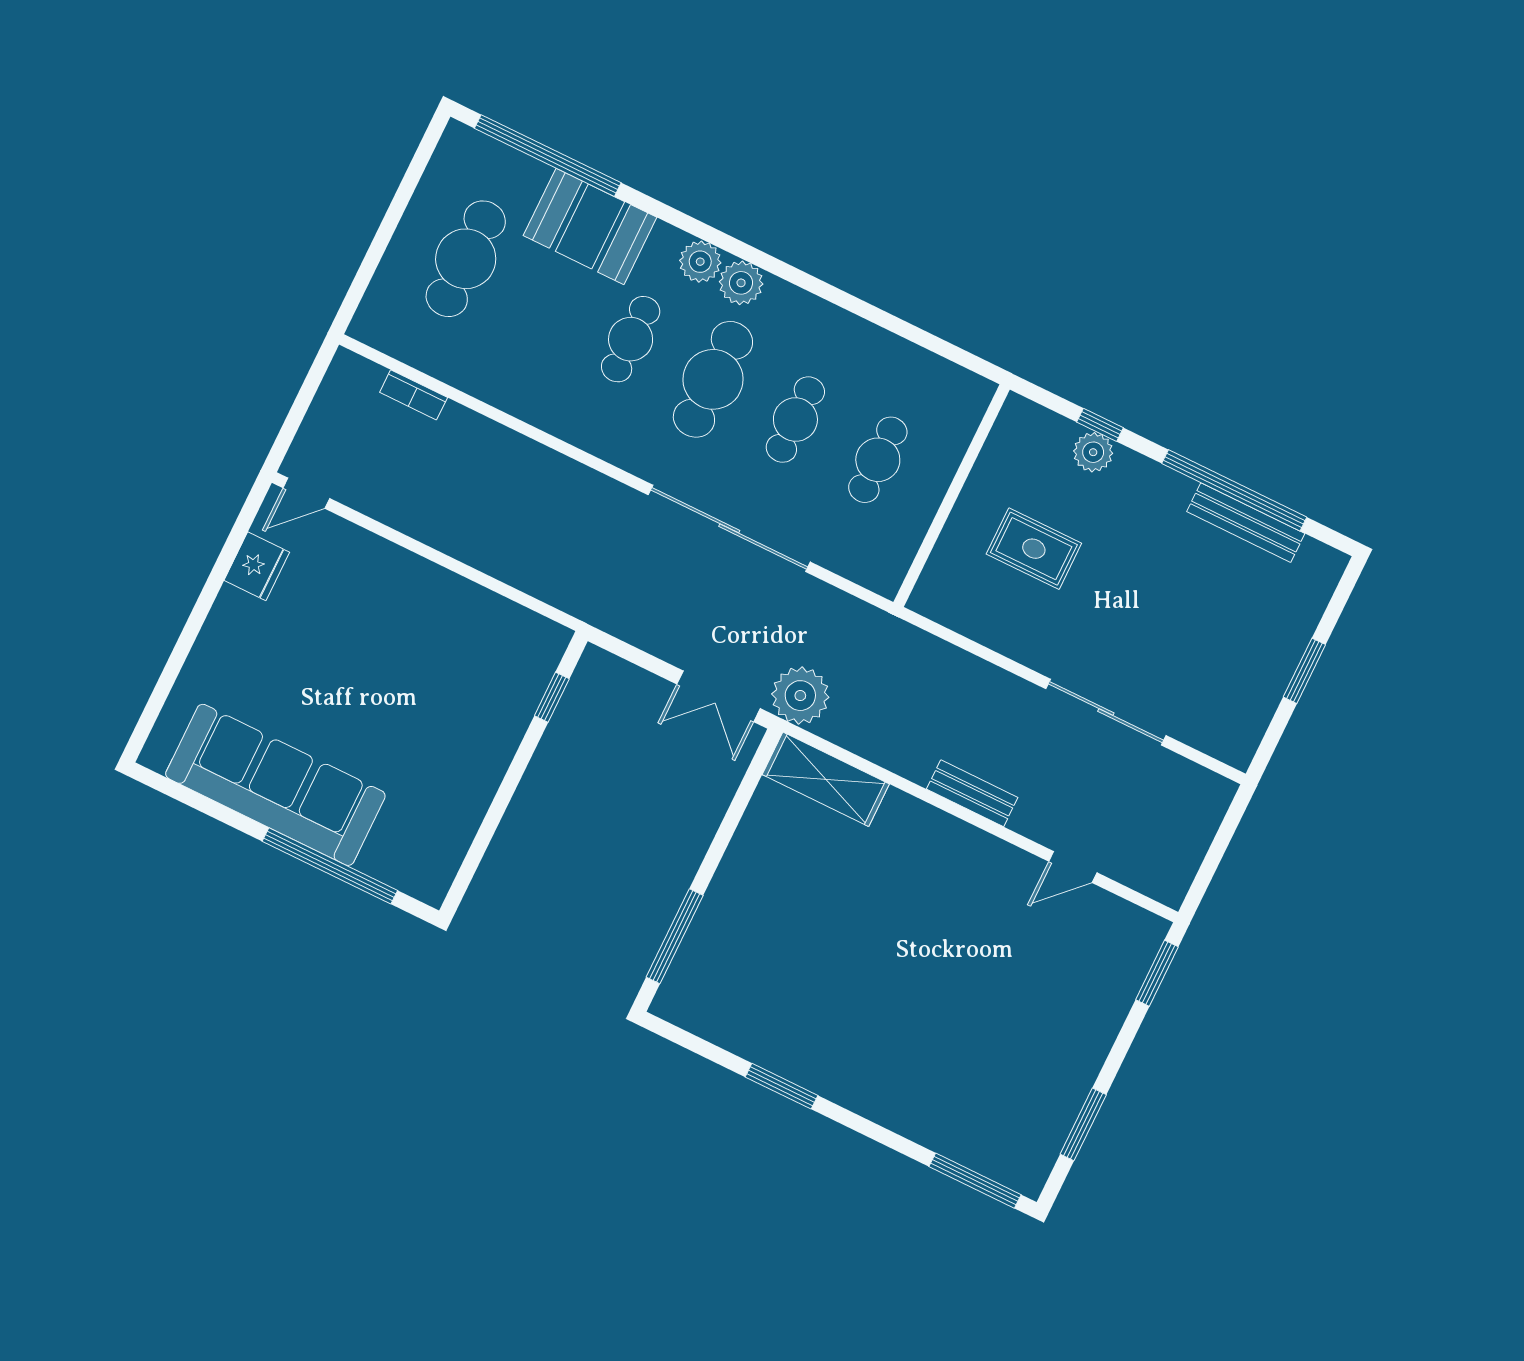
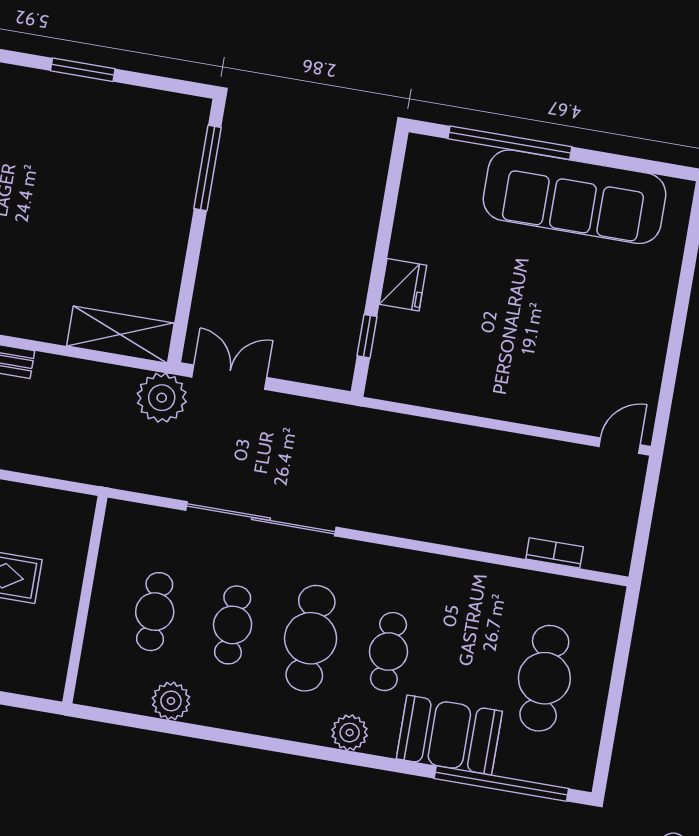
plant: (741, 283) -> (171, 701), moved
fridge: (257, 566) -> (403, 285), moved, turned 180

